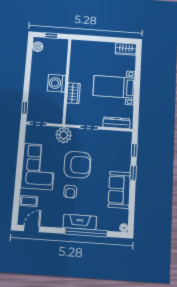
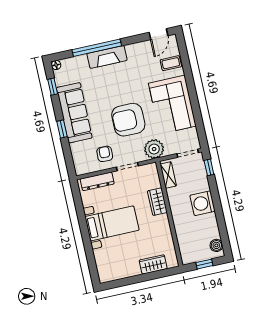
wardrobe: (126, 49) -> (153, 264), moved
washing machine: (57, 83) -> (203, 203), moved, turned 180
shelving: (59, 111) -> (168, 175), added
window: (134, 150) -> (53, 87), moved
sofa: (119, 190) -> (74, 113), width x1.36
armchair: (70, 192) -> (105, 154), moved

